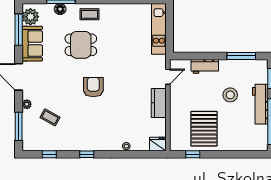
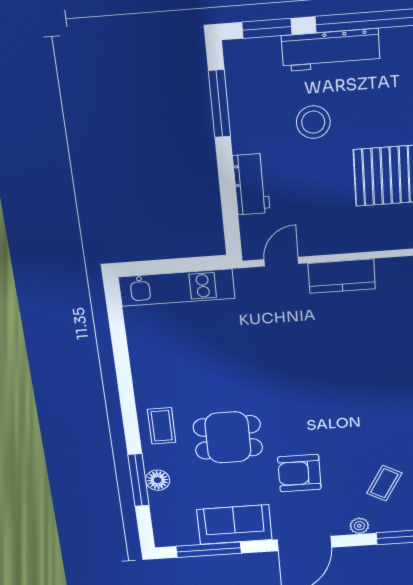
plant: (30, 17) -> (180, 531), removed
dining table: (81, 45) -> (228, 437), turned 90
door: (168, 77) -> (281, 262), hinge flipped
armchair: (93, 87) -> (299, 473), moved

